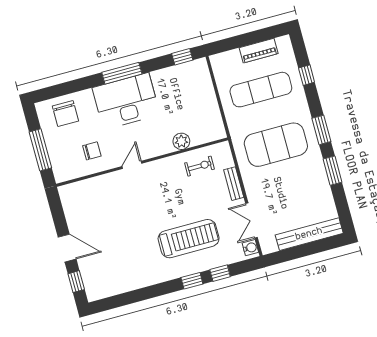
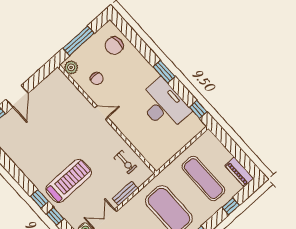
piano: (259, 51) -> (239, 172), moved
window: (122, 73) -> (164, 72), width x0.69
desk: (126, 101) -> (164, 105), moved
plant: (181, 141) -> (71, 67), moved
treadmill: (189, 239) -> (69, 181), turned -90

